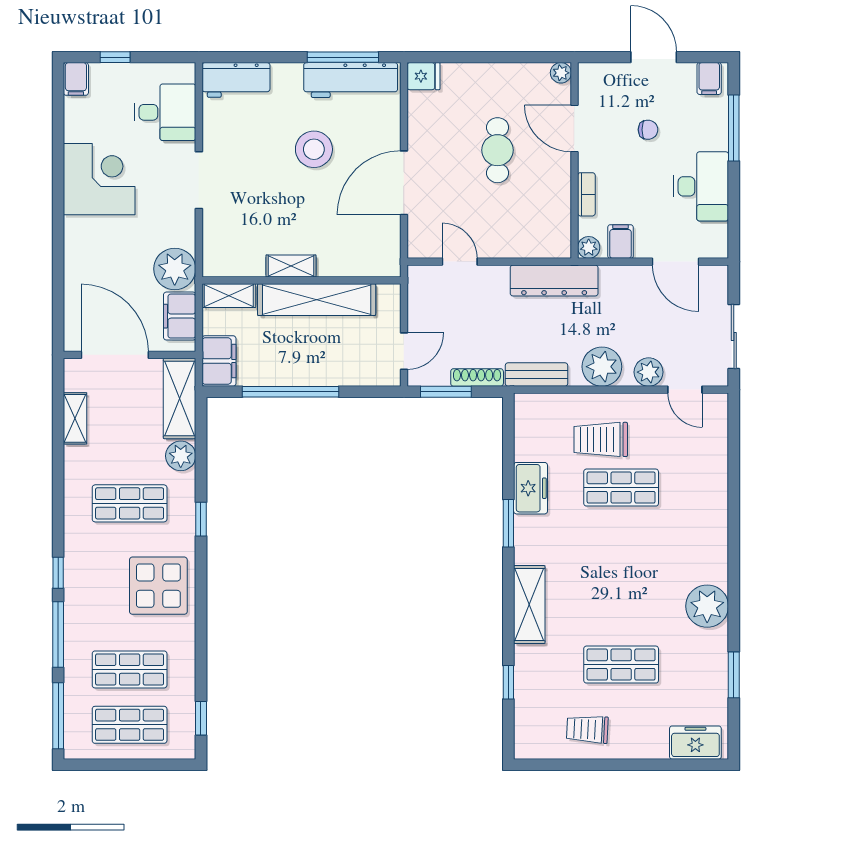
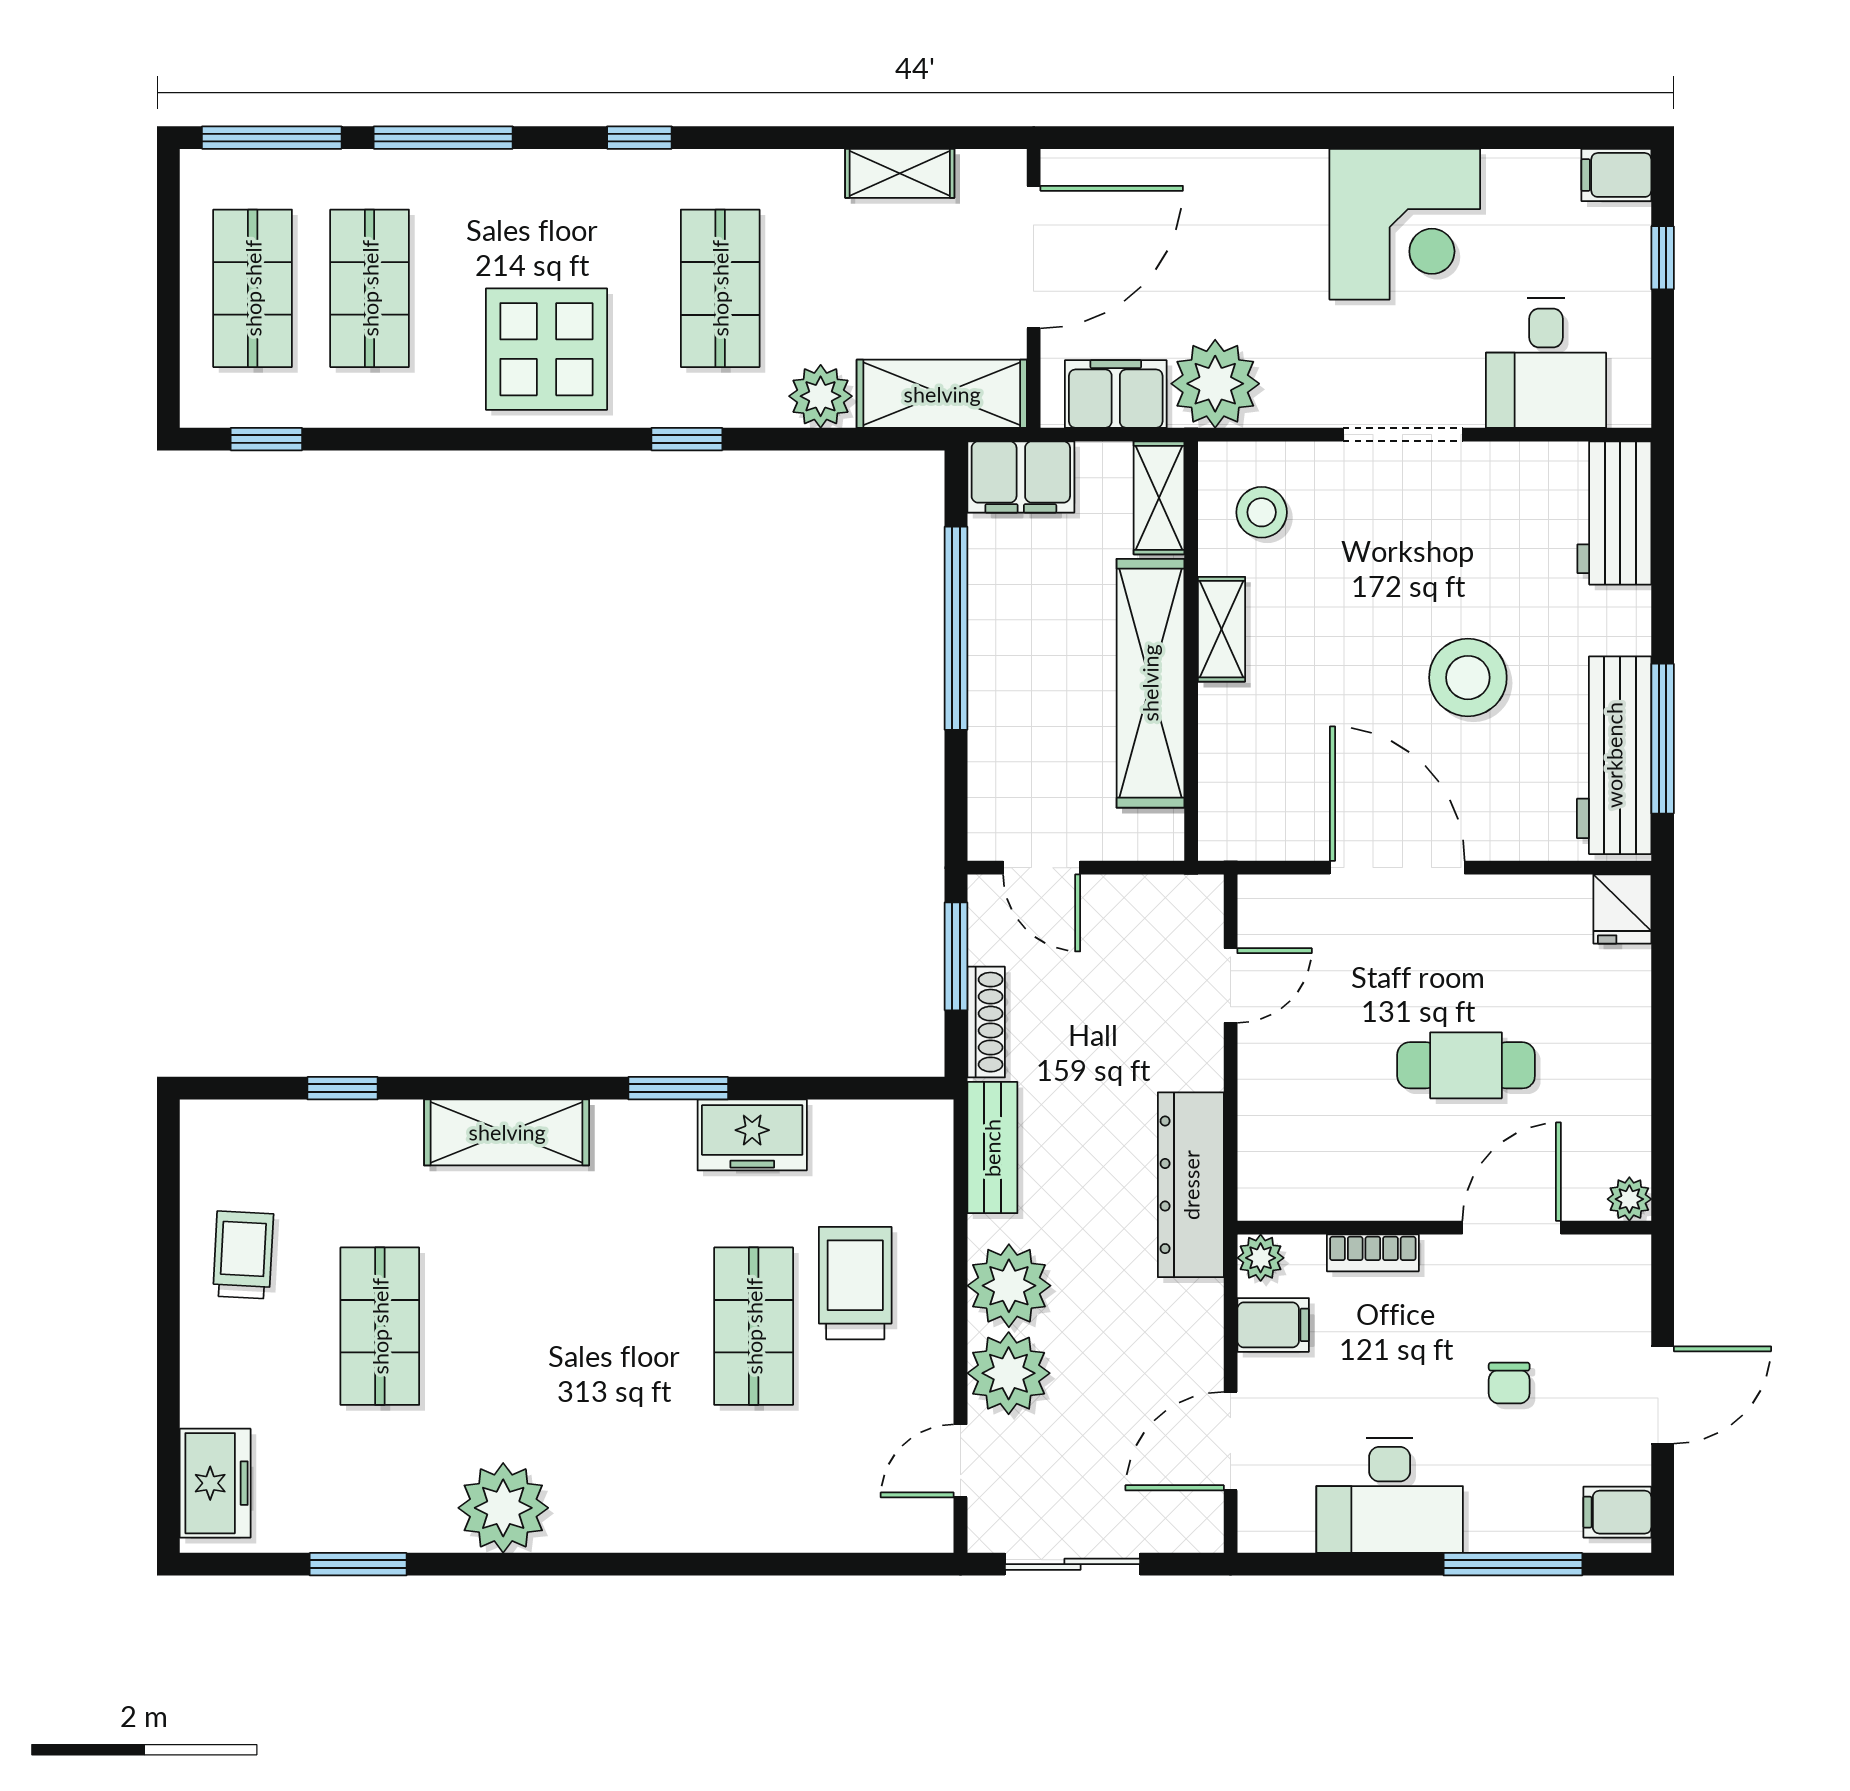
stool: (236, 247) -> (1262, 512), added
plant: (649, 372) -> (1009, 1373), width x1.36, depth x1.36
window: (58, 573) -> (639, 138), moved

